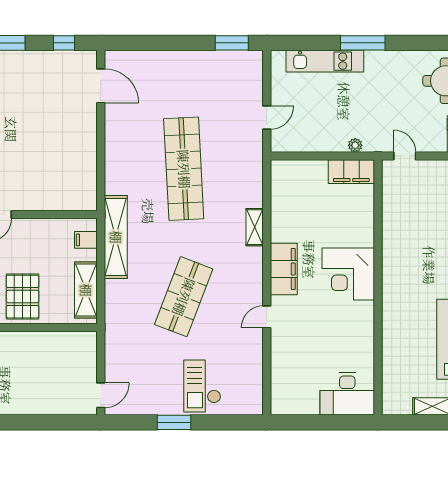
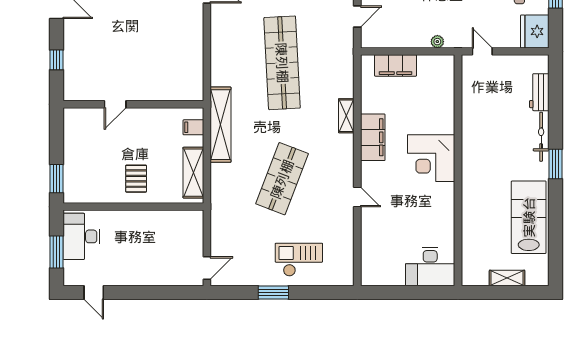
filing cabinet: (351, 172) -> (396, 65), moved
filing cabinet: (284, 269) -> (373, 137), moved
pallet: (23, 297) -> (136, 179), width x0.67, depth x0.71
door: (267, 317) -> (357, 197), swing flipped
checkout: (202, 386) -> (299, 260), turned 90

